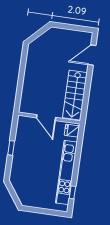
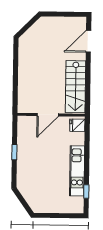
door: (46, 118) -> (48, 115), hinge flipped
kitchen unit: (66, 173) -> (77, 171), width x0.73

